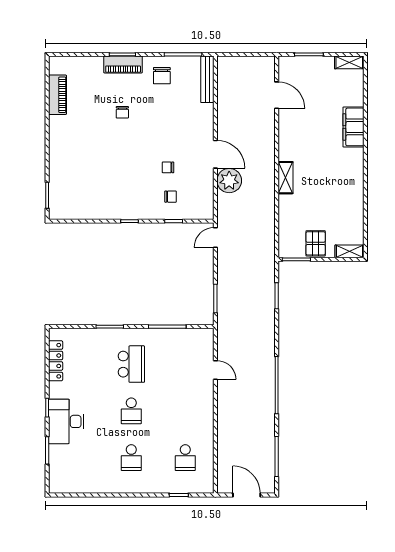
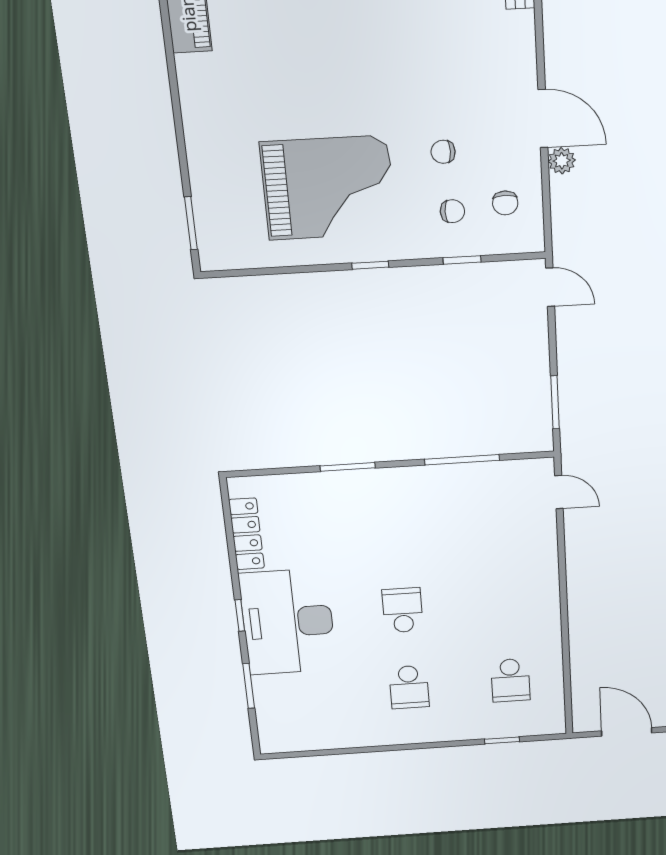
chair: (122, 112) -> (505, 203), moved
plant: (229, 181) -> (562, 161), width x0.53, depth x0.53
grand piano: (113, 182) -> (328, 188), added
door: (215, 238) -> (550, 287), swing flipped
school desk: (131, 364) -> (396, 530), removed
door: (215, 370) -> (559, 492), moved
school desk: (131, 411) -> (403, 610), turned 180
desk: (66, 421) -> (288, 622), width x1.36, depth x1.30

